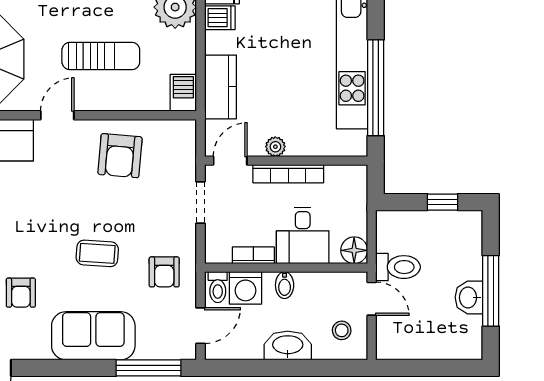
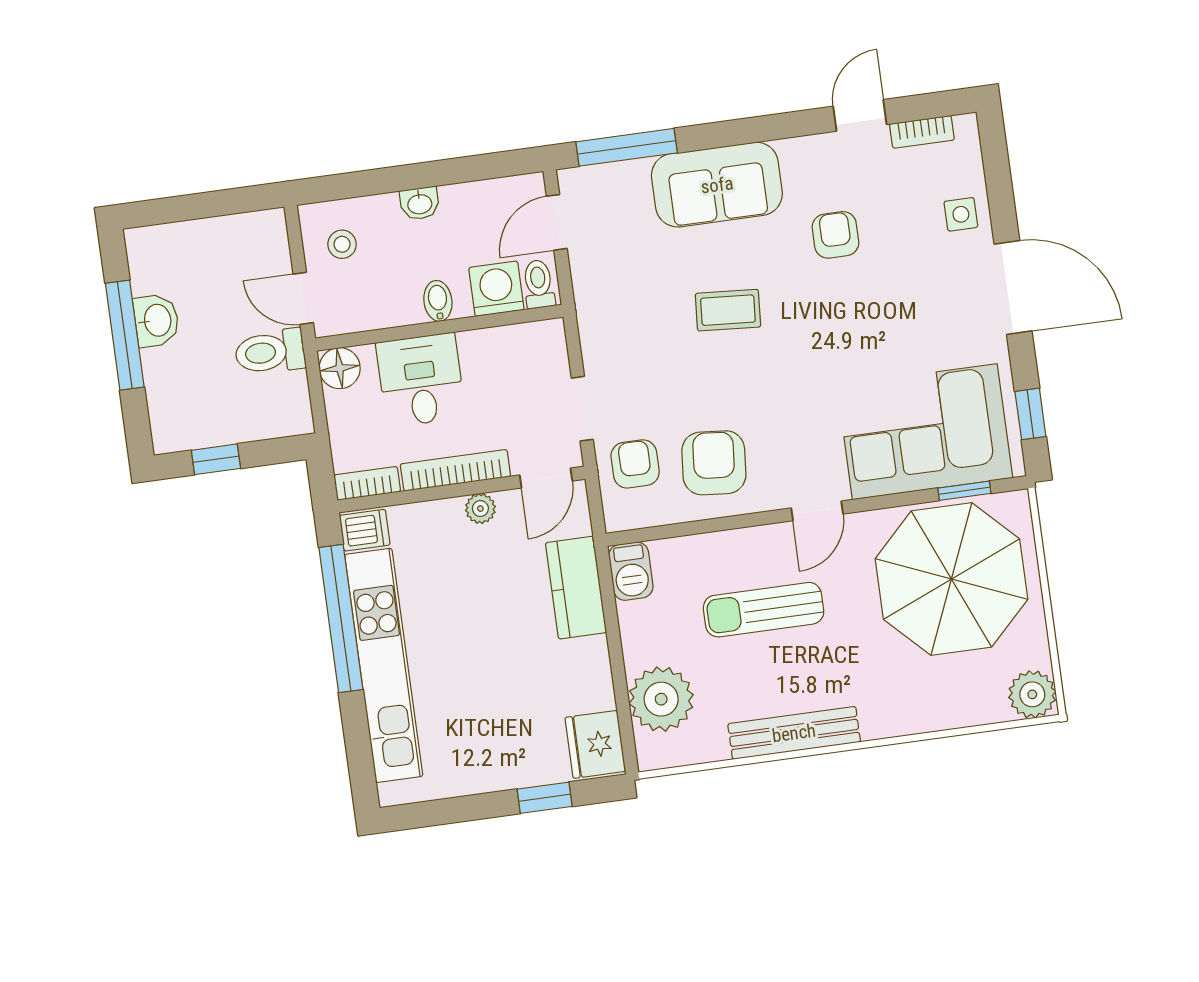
dishwasher: (220, 18) -> (365, 530), moved, turned 180
bookcase: (253, 255) -> (367, 483), moved, turned 180
armchair: (164, 272) -> (635, 464), moved
washbasin: (288, 346) -> (420, 203), width x0.52, depth x0.69

